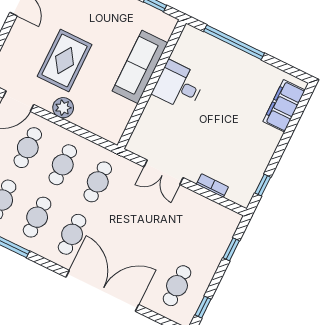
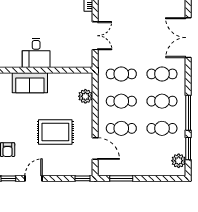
sofa: (140, 67) -> (30, 83), width x0.73
plant: (63, 108) -> (85, 96), moved
double door: (102, 291) -> (188, 38), width x0.73

